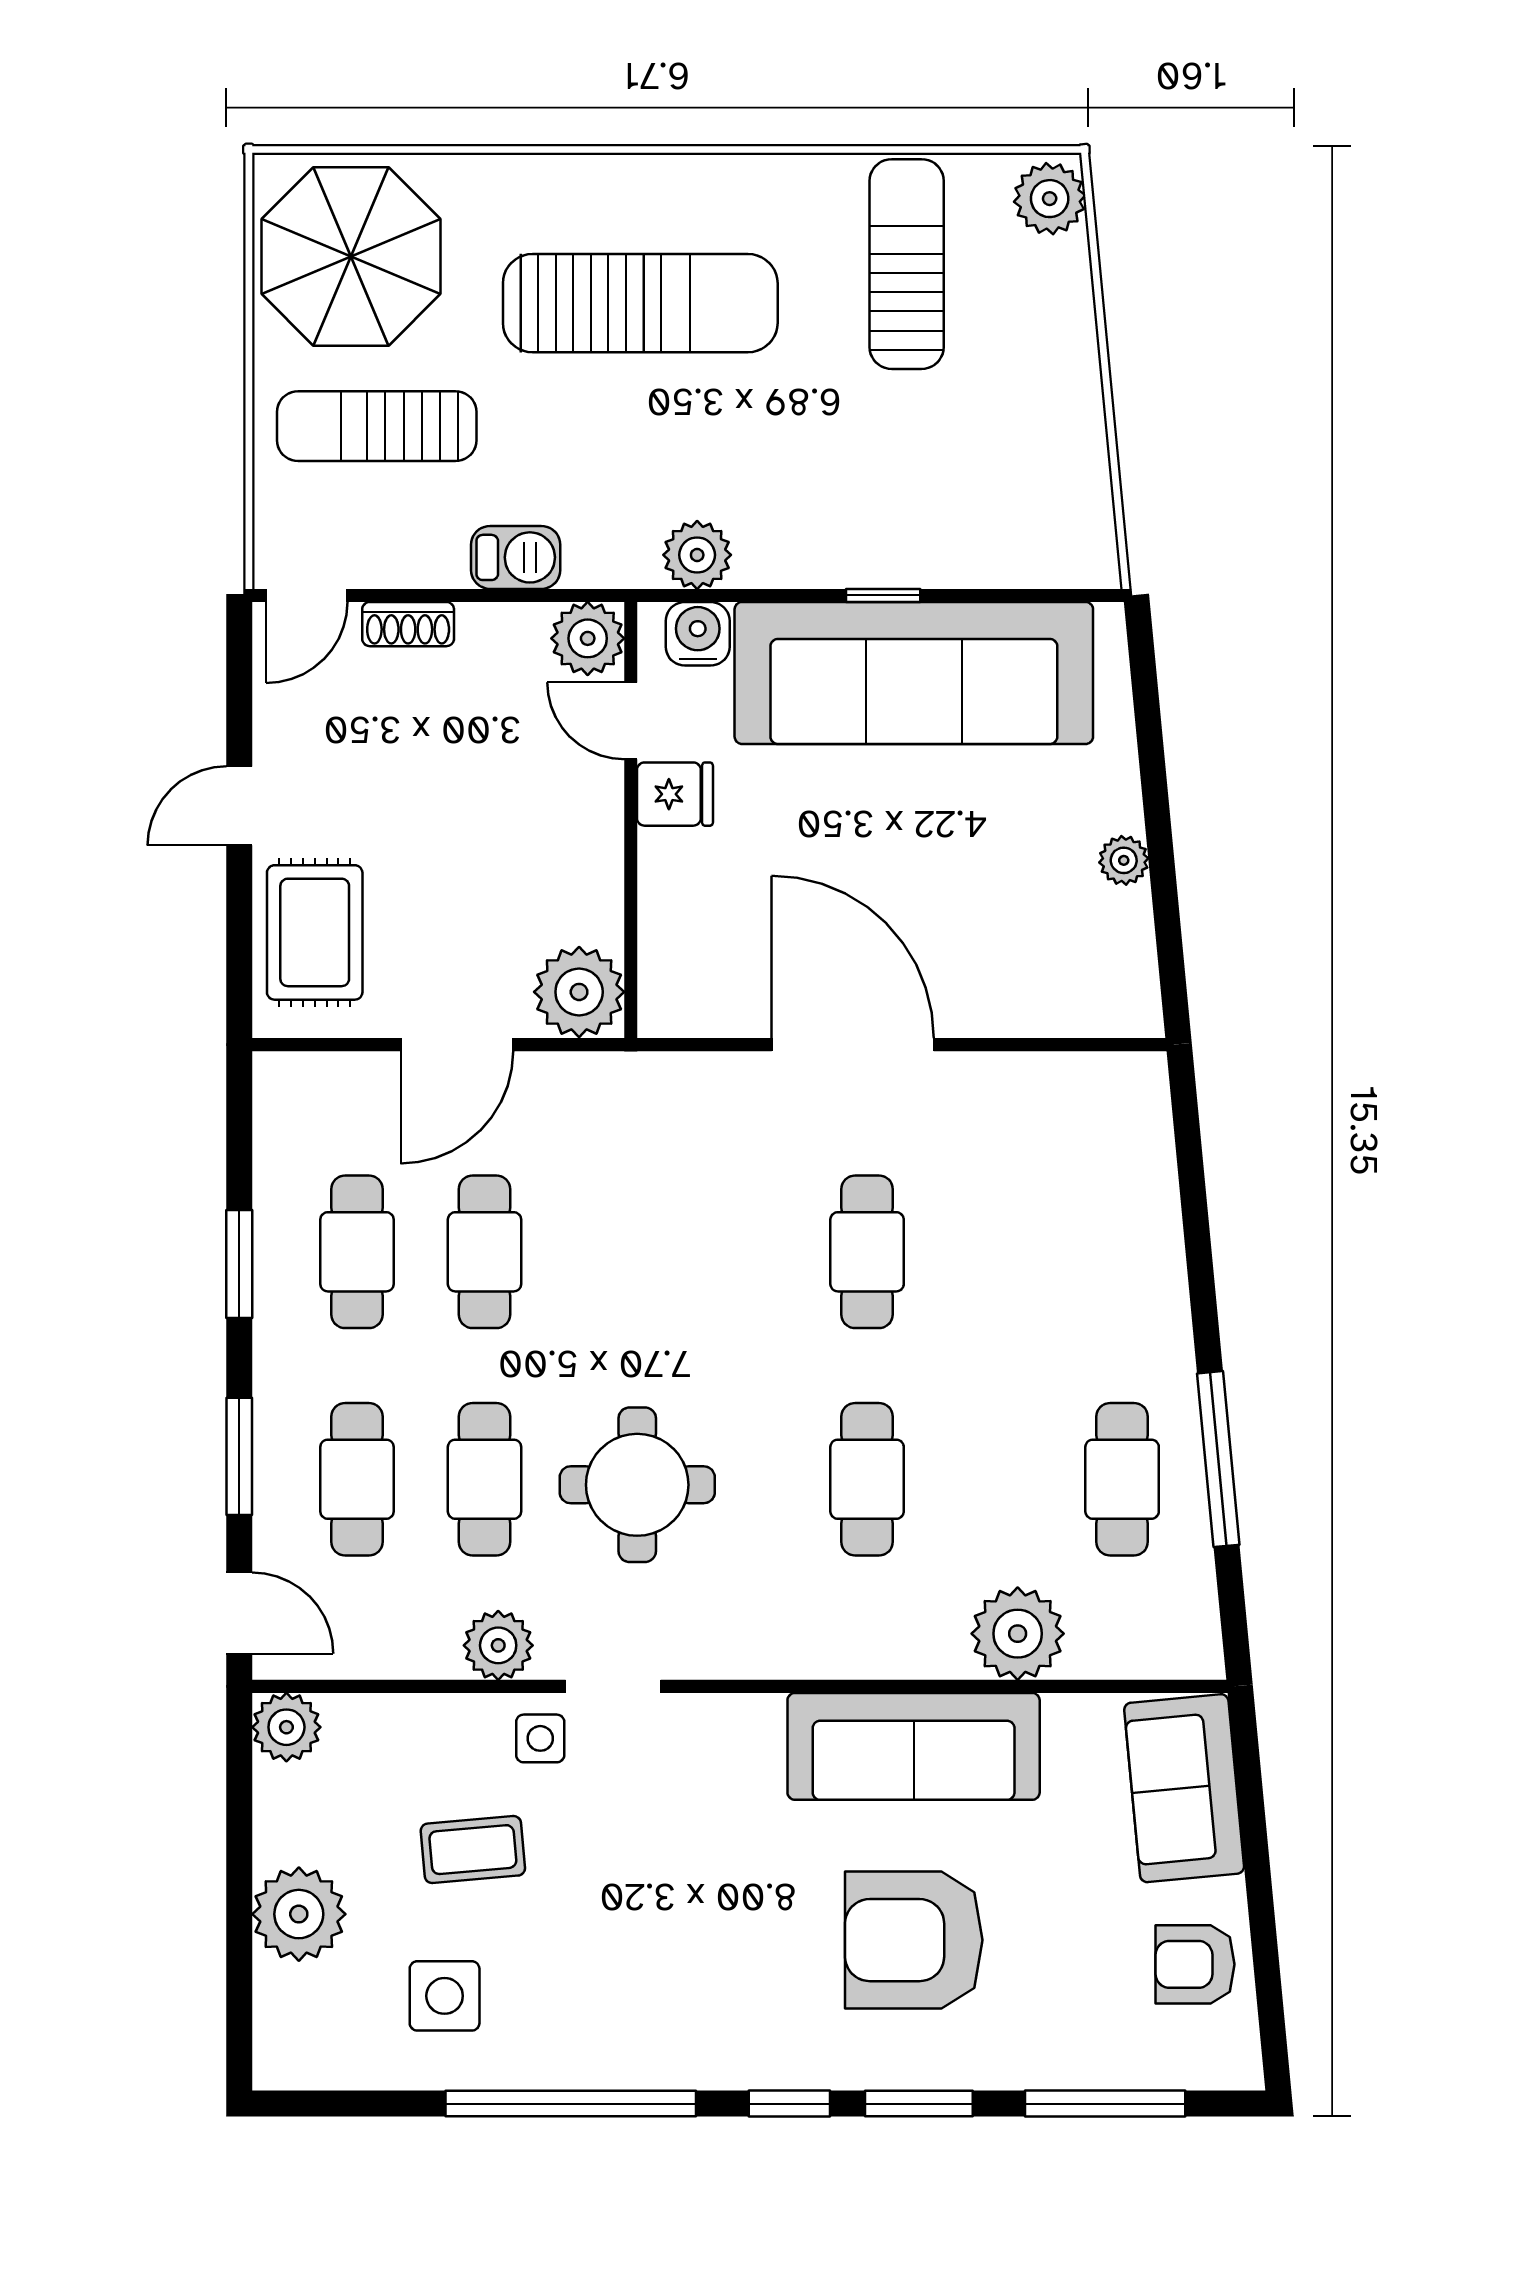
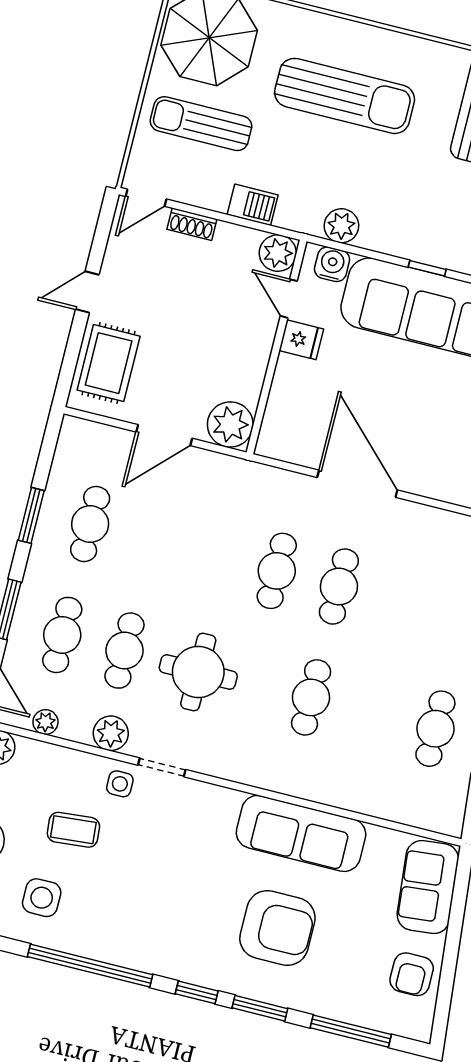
cafe table: (485, 1252) -> (277, 571), moved
plant: (1018, 1634) -> (45, 722), moved, width x0.53, depth x0.53
armchair: (914, 1940) -> (277, 928), turned 180
armchair: (1195, 1964) -> (412, 974), turned -90

